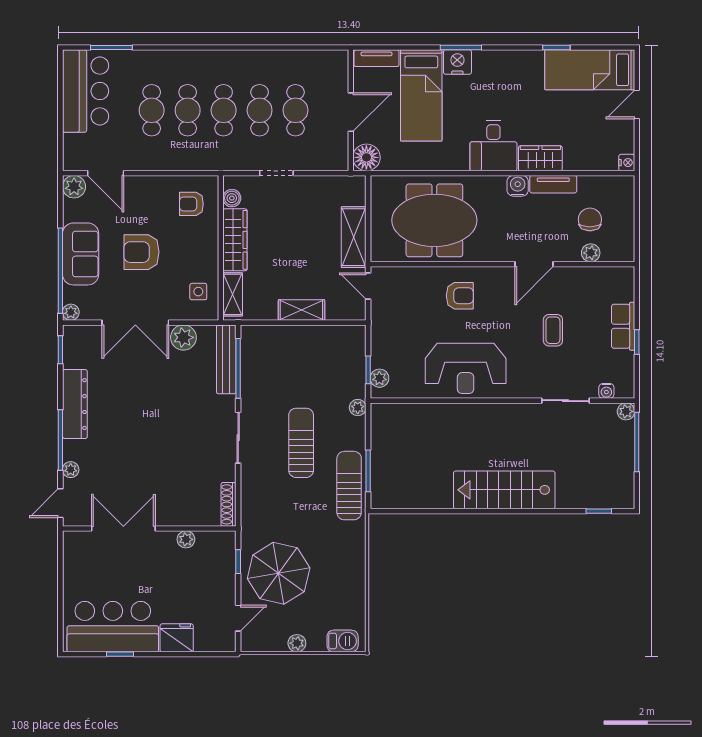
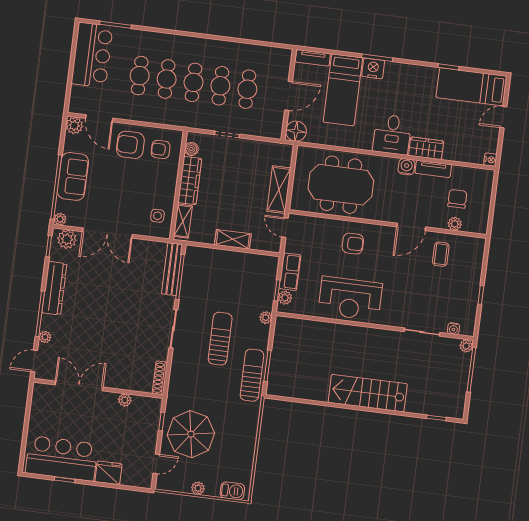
armchair: (142, 252) -> (130, 145), moved
row of seats: (623, 326) -> (290, 272), moved, turned 180
coffee table: (553, 330) -> (441, 254), moved
plant: (183, 337) -> (67, 239), moved

